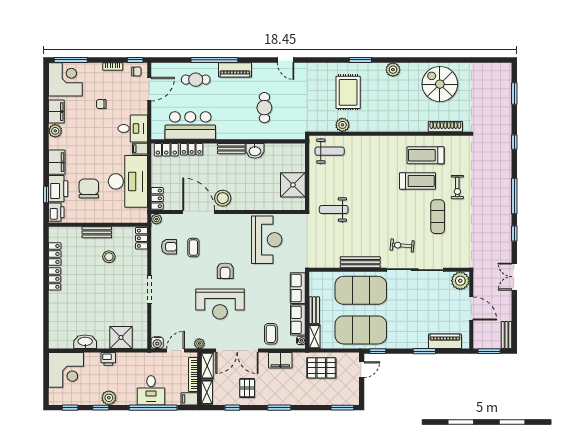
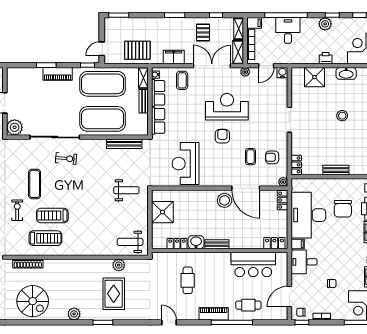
locker: (192, 149) -> (177, 244), moved
stool: (109, 257) -> (342, 116), moved
bench: (360, 262) -> (124, 144), moved
piano: (445, 341) -> (58, 74), moved

